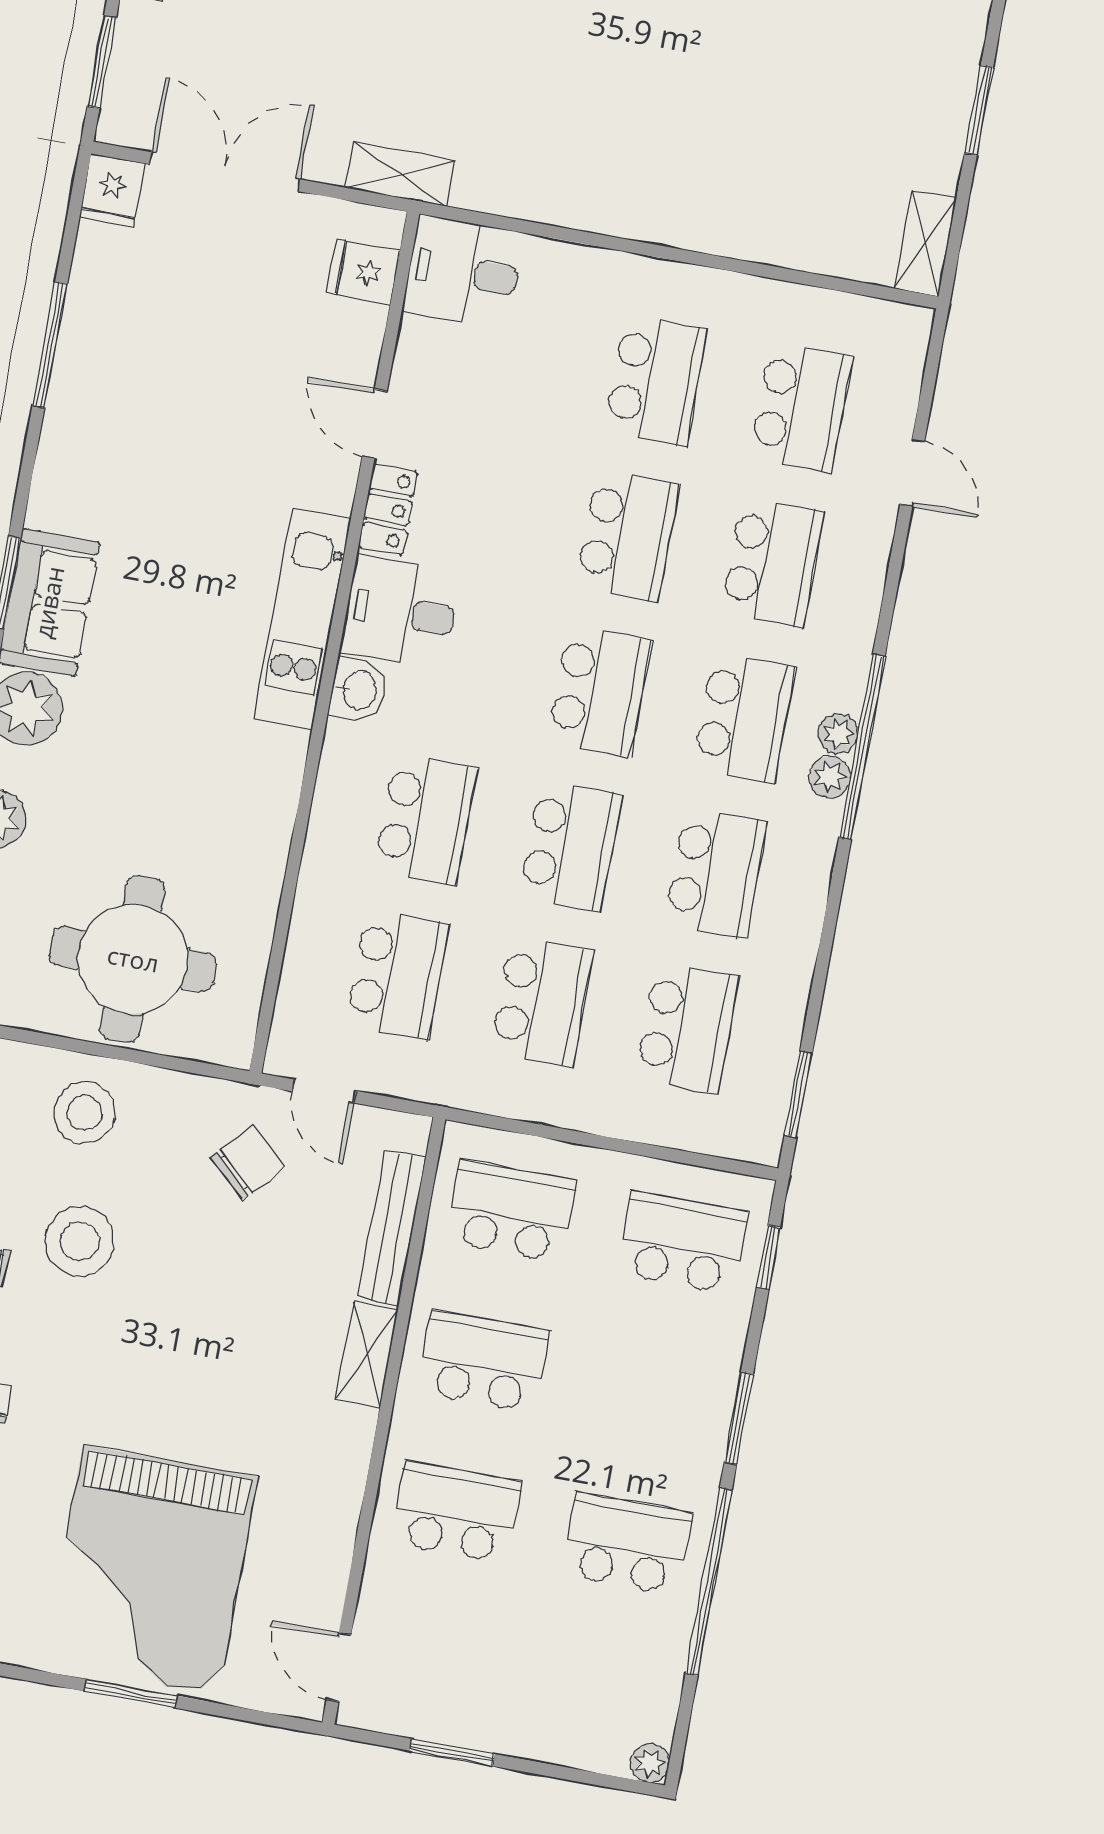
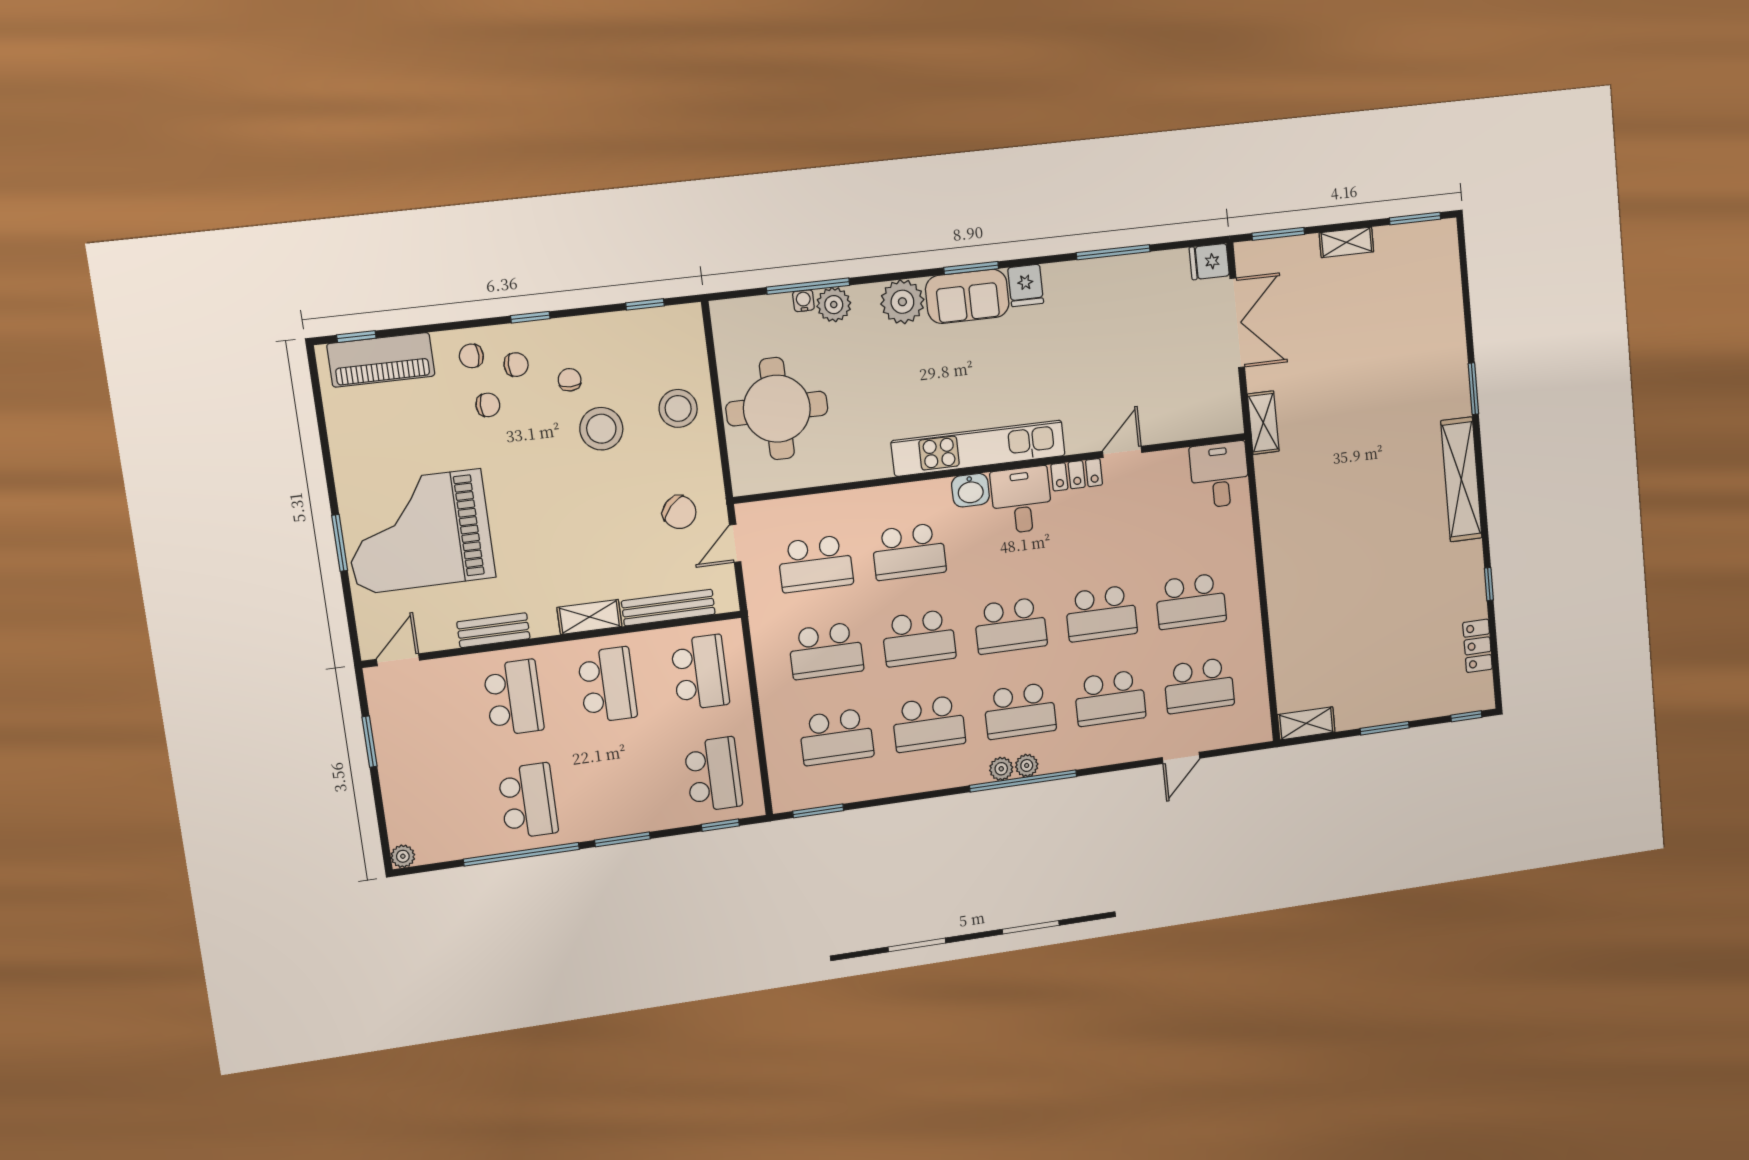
fridge: (363, 272) -> (1026, 285), moved, turned 180
kitchen unit: (302, 619) -> (978, 448), width x1.36
bench: (340, 1508) -> (493, 630), added

